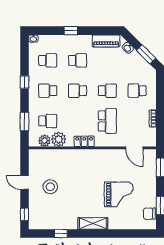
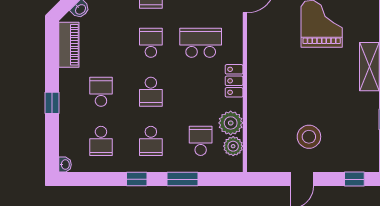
school desk: (48, 60) -> (101, 141), turned 180
window: (25, 121) -> (182, 179), moved

